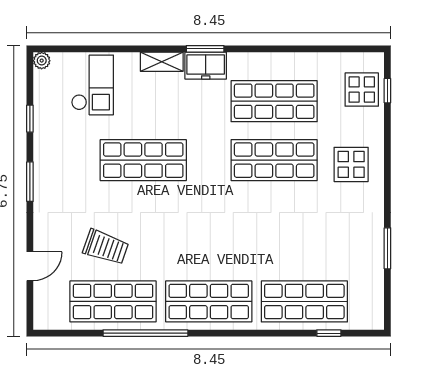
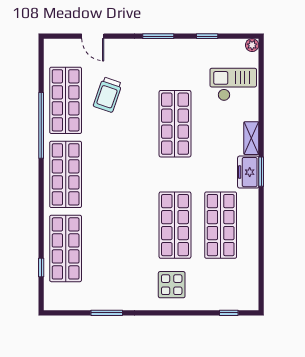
checkout: (92, 85) -> (233, 84), turned 180
display table: (362, 90) -> (230, 293), removed

